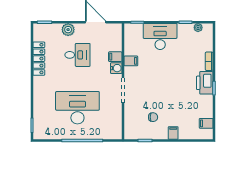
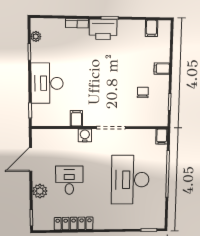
filing cabinet: (115, 57) -> (162, 137), moved

